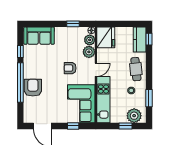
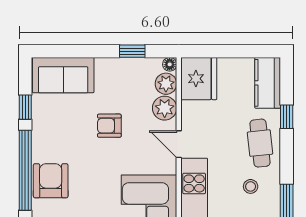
window: (149, 39) -> (287, 117), moved
armchair: (70, 68) -> (109, 126), moved
door: (96, 70) -> (179, 144), swing flipped

